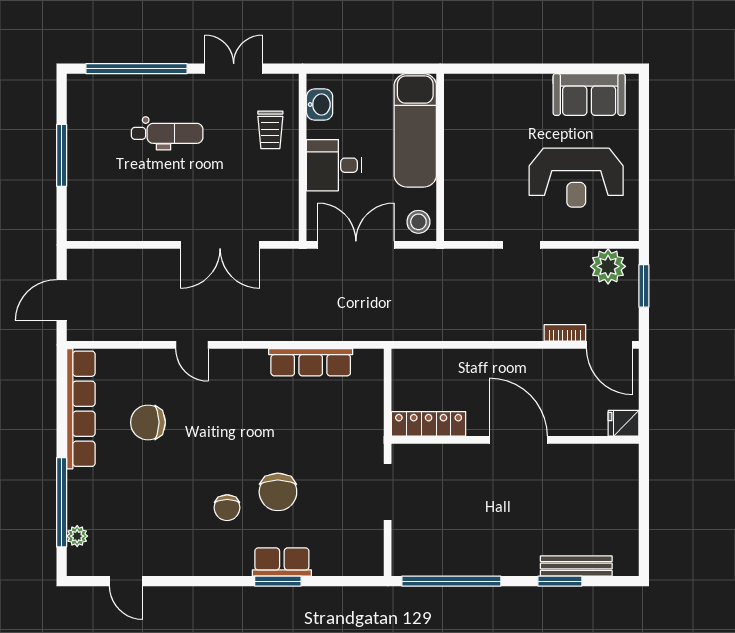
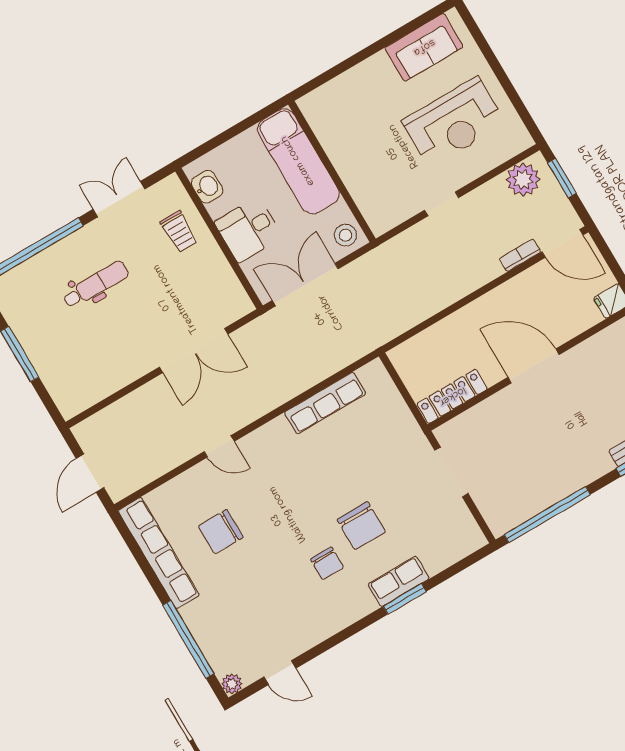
plant: (77, 536) -> (232, 684), moved

